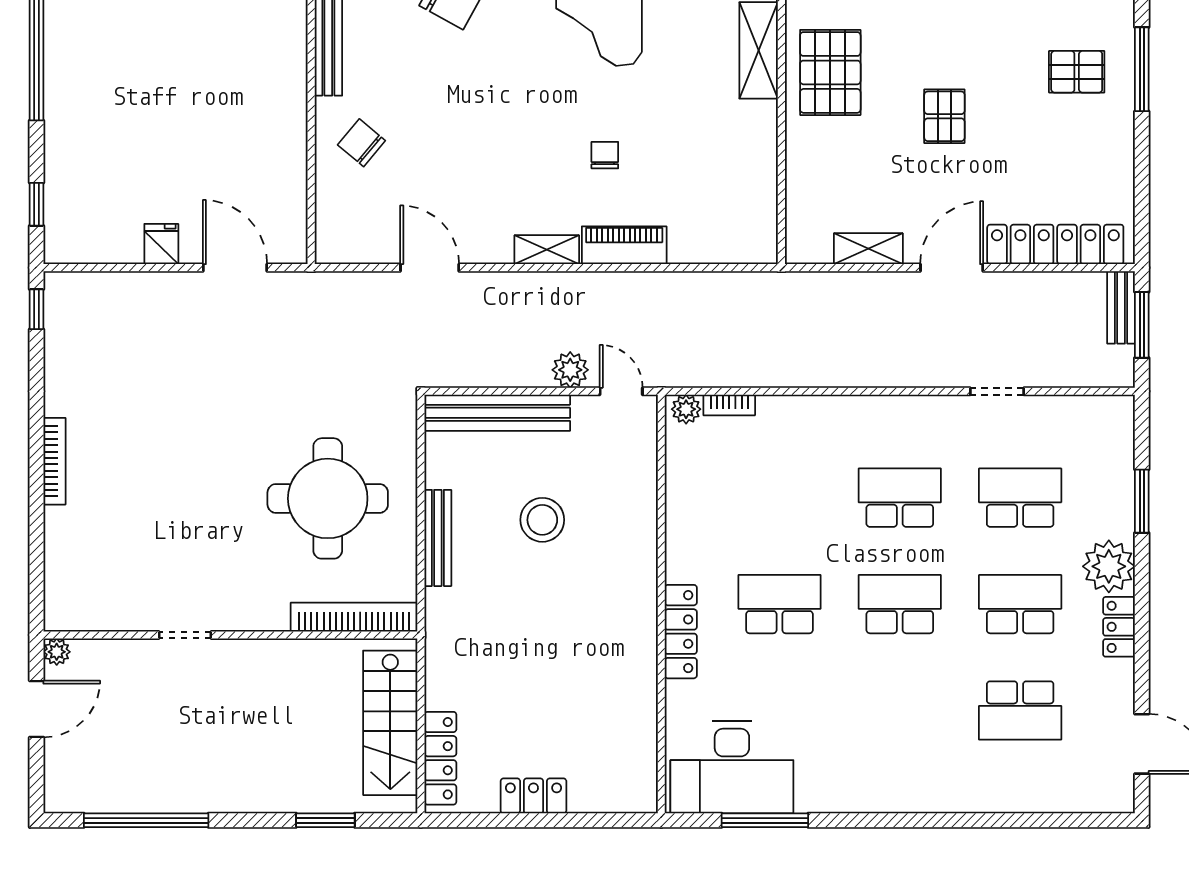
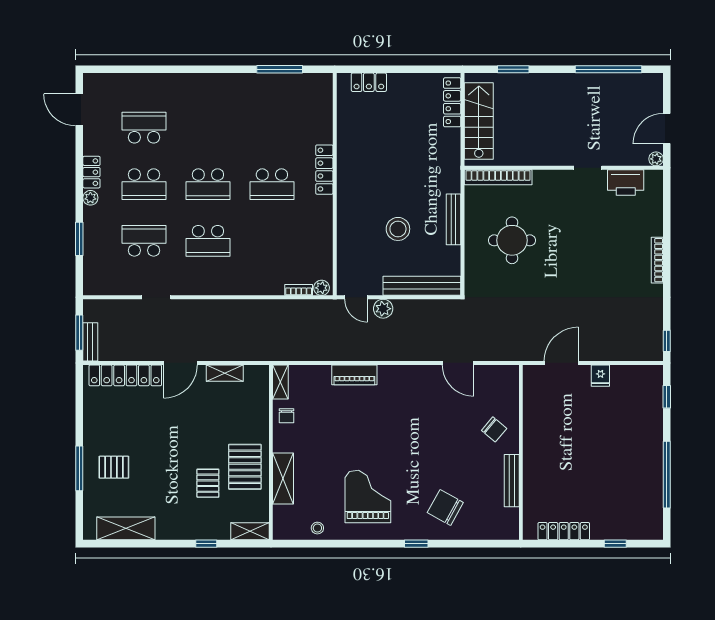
pallet: (944, 116) -> (208, 483), moved
chair: (605, 155) -> (286, 416), moved
shelving: (547, 250) -> (280, 382), moved, turned 90
door: (235, 268) -> (561, 363), swing flipped
round table: (328, 498) -> (512, 240), width x0.73, depth x0.73
school desk: (1020, 498) -> (144, 241), turned 180
plant: (1109, 566) -> (90, 198), width x0.53, depth x0.53
printer: (114, 607) -> (626, 183), added
desk: (732, 767) -> (297, 97), removed
locker: (533, 796) -> (369, 82), moved

